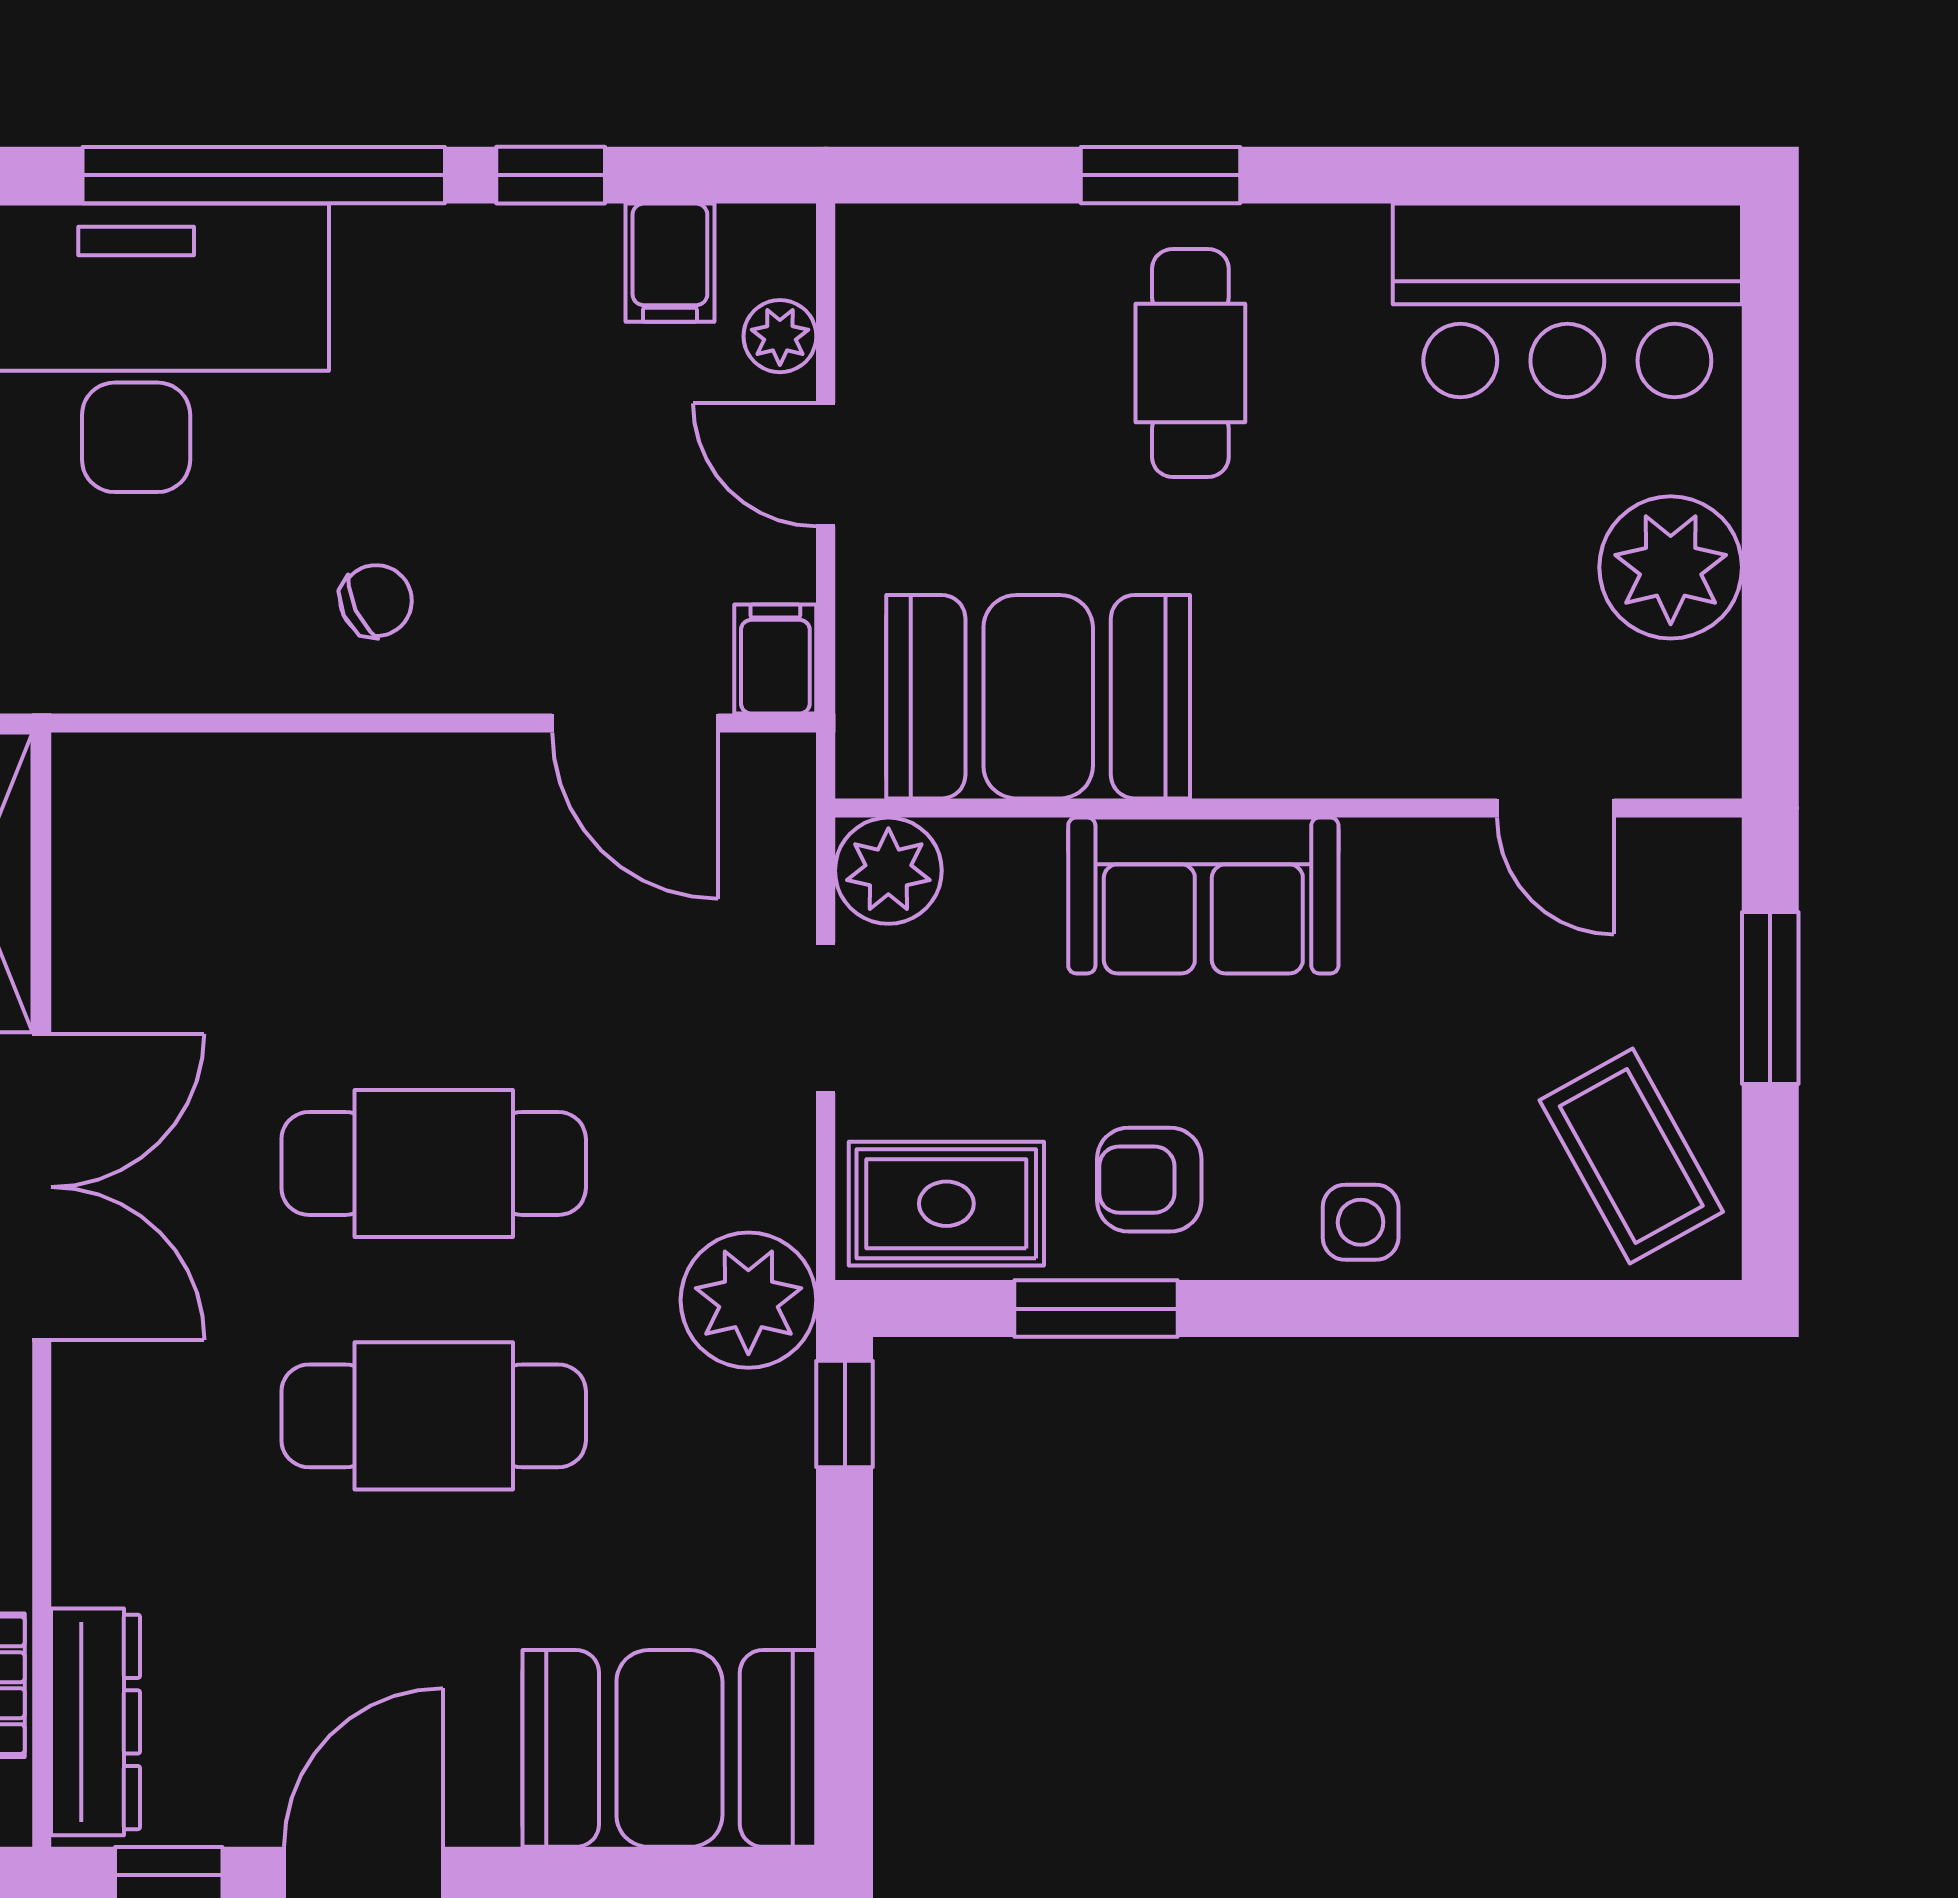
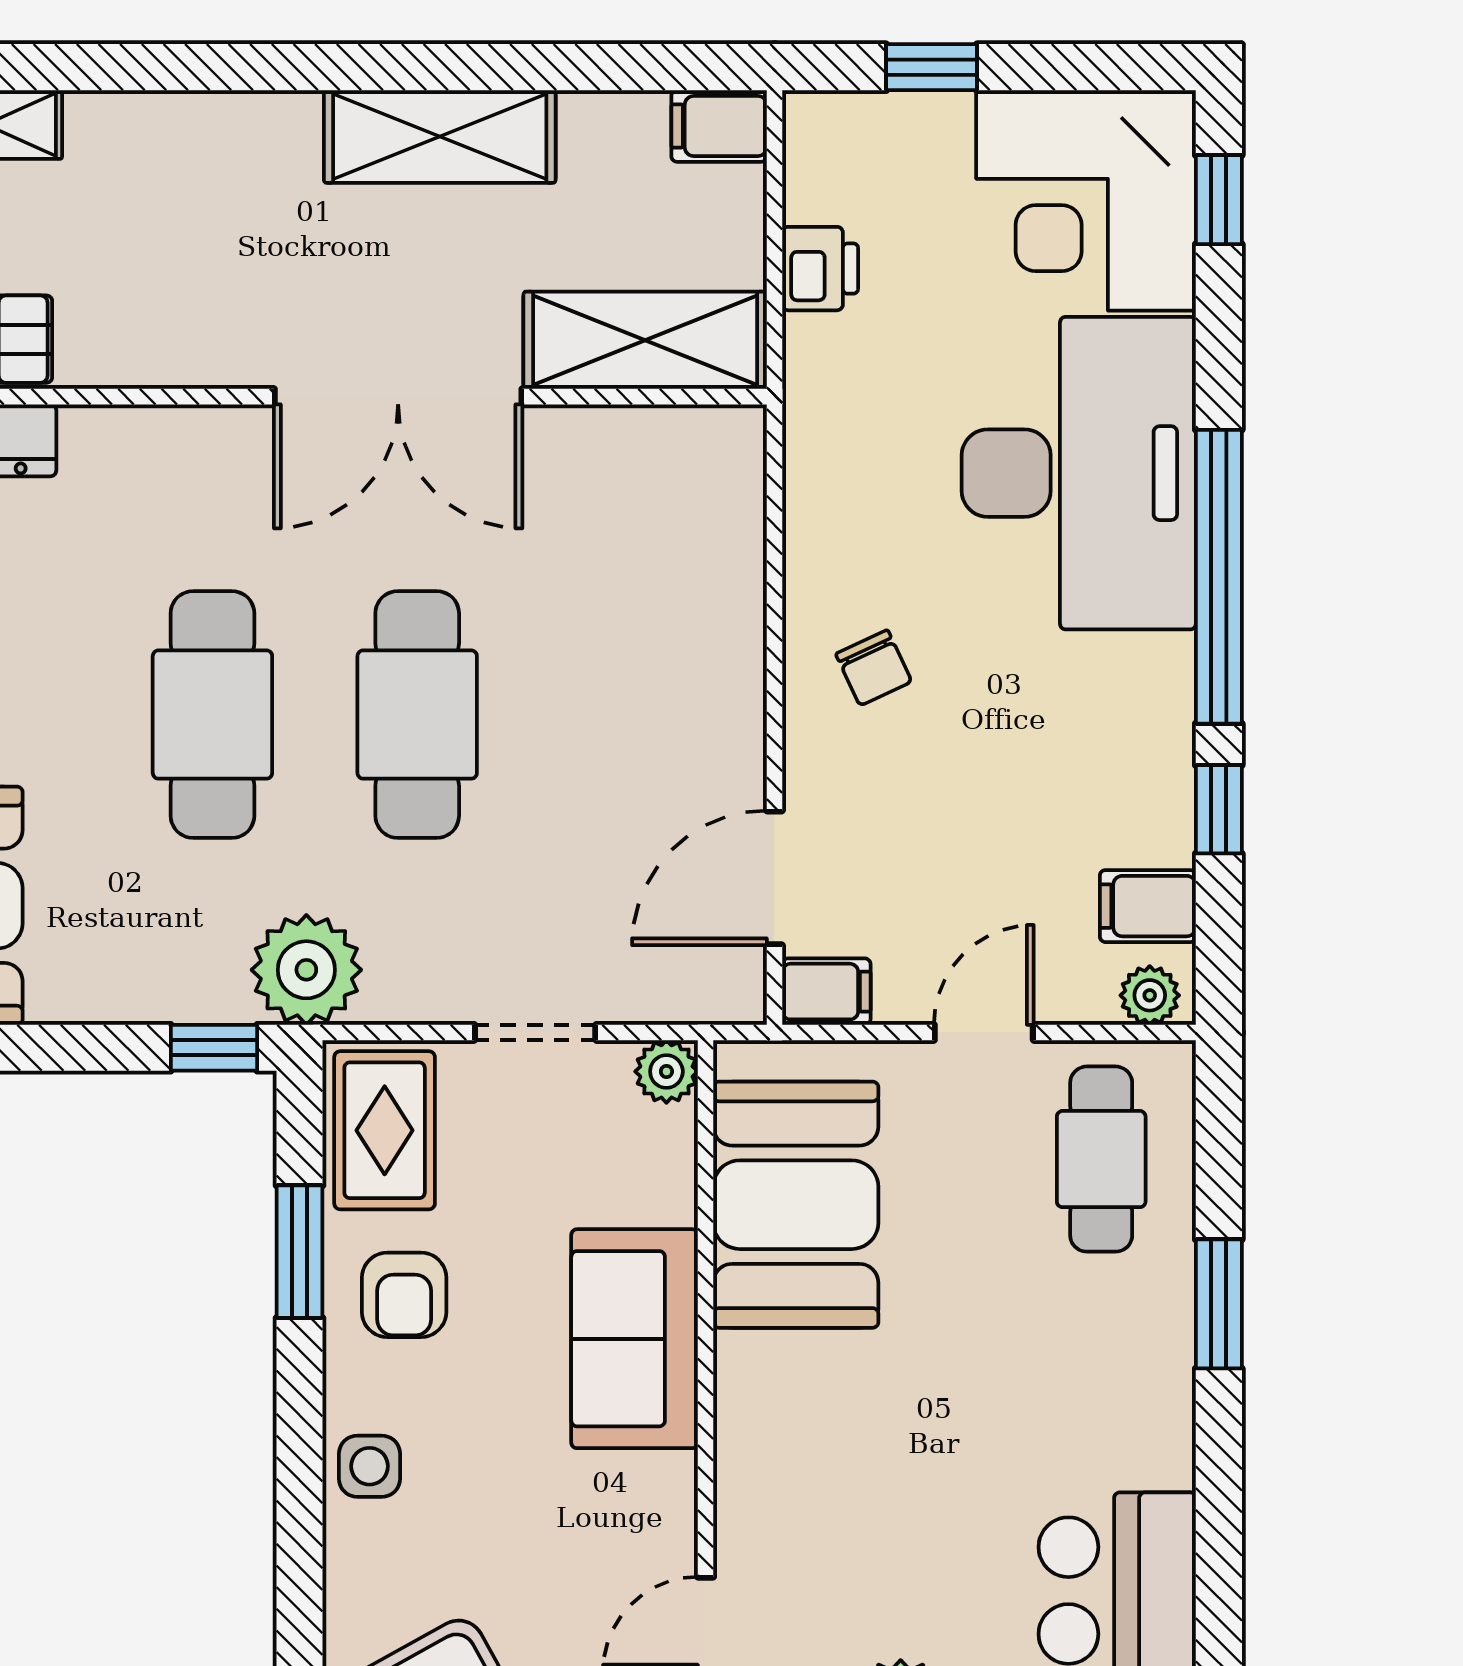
plant: (780, 336) -> (1150, 995), moved
cafe table: (1190, 363) -> (1101, 1159), moved, turned 90
plant: (888, 871) -> (666, 1071), width x0.73, depth x0.73
armchair: (1149, 1180) -> (404, 1295), turned 180

